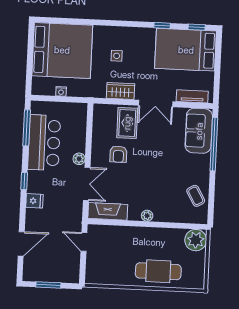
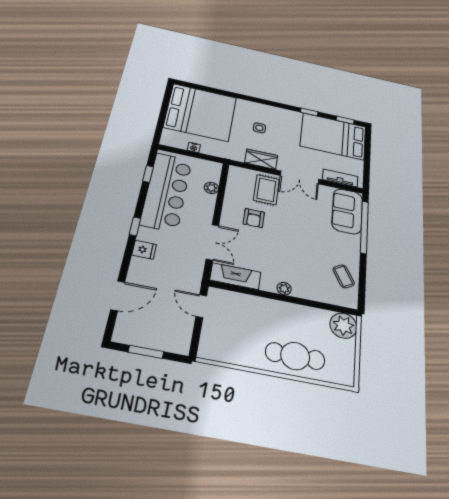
window: (27, 128) -> (148, 174), width x0.46
bar counter: (44, 143) -> (166, 192), width x1.36
plant: (79, 159) -> (211, 188), moved

